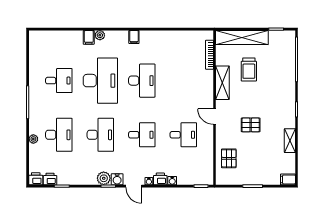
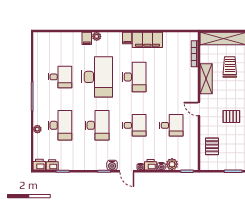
filing cabinet: (157, 39) -> (147, 40), added
trolley: (249, 70) -> (230, 67), turned 180
plant: (104, 178) -> (172, 164), moved

